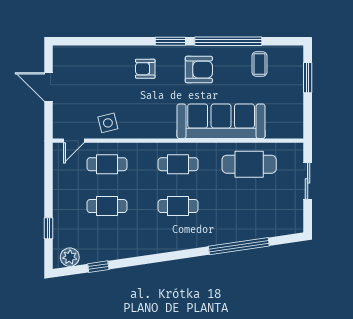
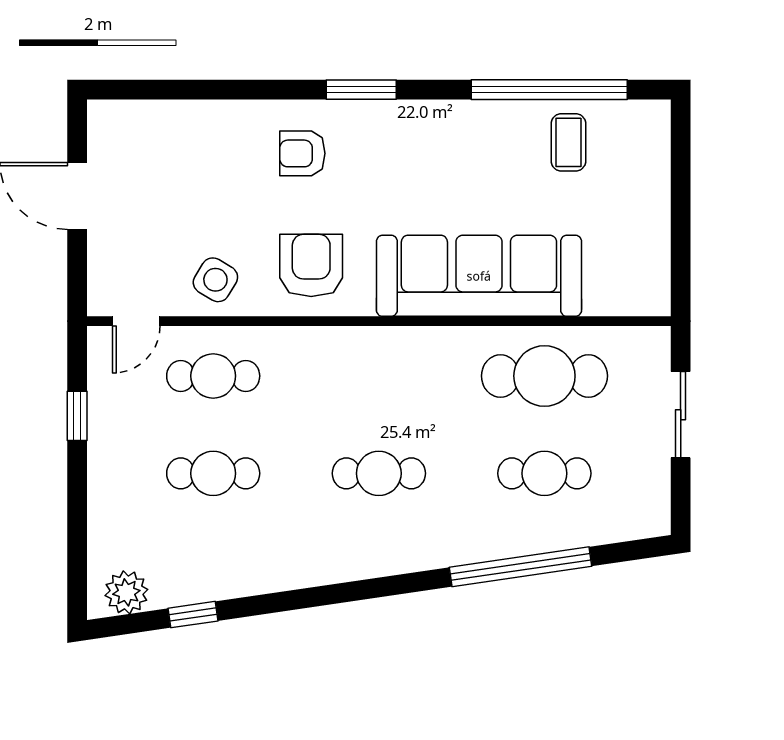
window: (228, 41) -> (549, 90), moved
armchair: (199, 70) -> (311, 265), moved, turned -90
window: (308, 78) -> (681, 174), removed
side table: (108, 123) -> (215, 280), turned 45
cafe table: (178, 164) -> (544, 473), moved
window: (49, 228) -> (77, 416), moved

